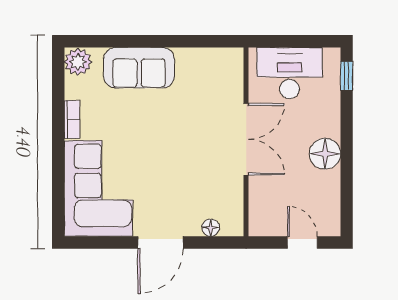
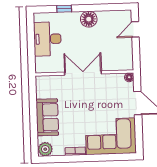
window: (347, 76) -> (64, 9), moved
double door: (246, 139) -> (83, 73), moved
wall: (246, 142) -> (84, 73), moved

